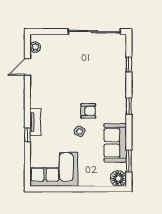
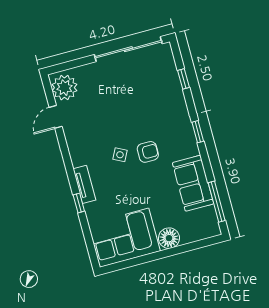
plant: (35, 47) -> (64, 88), width x1.88, depth x1.88
side table: (80, 131) -> (120, 155), moved
window: (129, 161) -> (217, 202), width x1.44
floor lamp: (118, 178) -> (169, 238), moved

